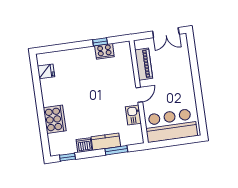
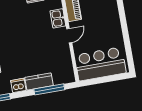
kitchen sink: (133, 115) -> (58, 18), moved
window: (116, 150) -> (49, 89), width x1.44

